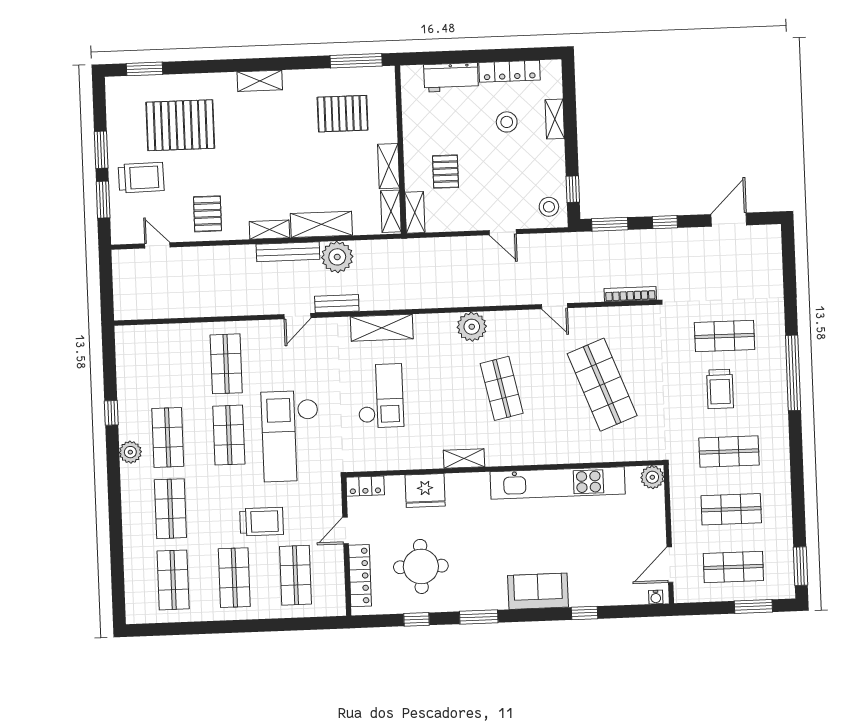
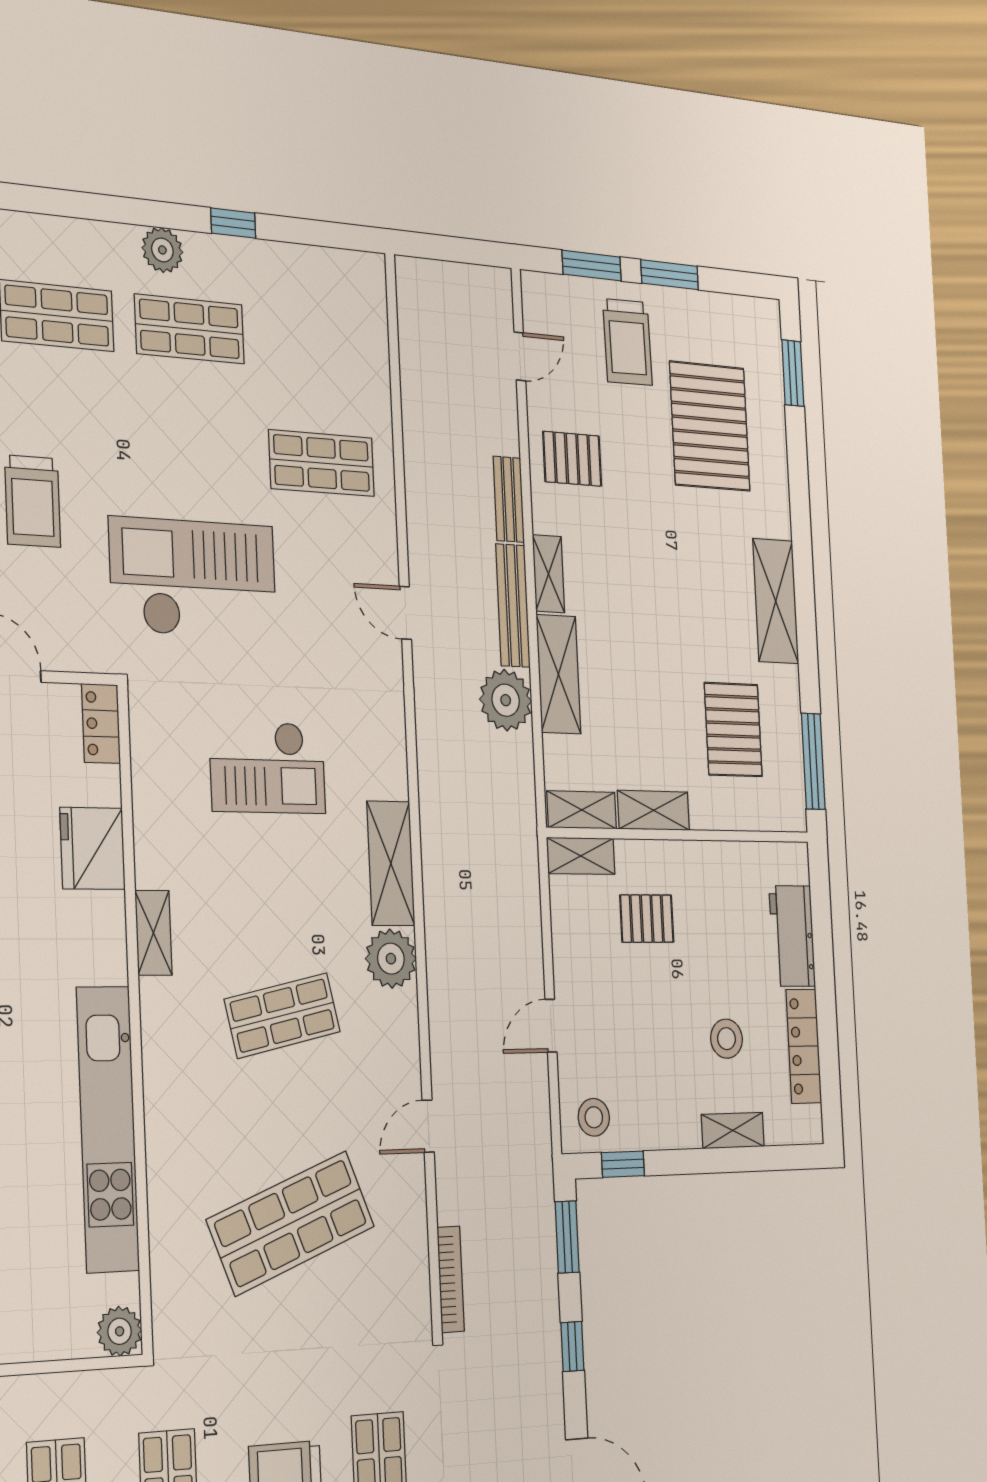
shelving: (260, 81) -> (776, 601), width x1.50, depth x1.33
bench: (337, 304) -> (509, 499), moved
shelving: (382, 328) -> (391, 863), moved
shop shelf: (229, 435) -> (194, 453), removed

